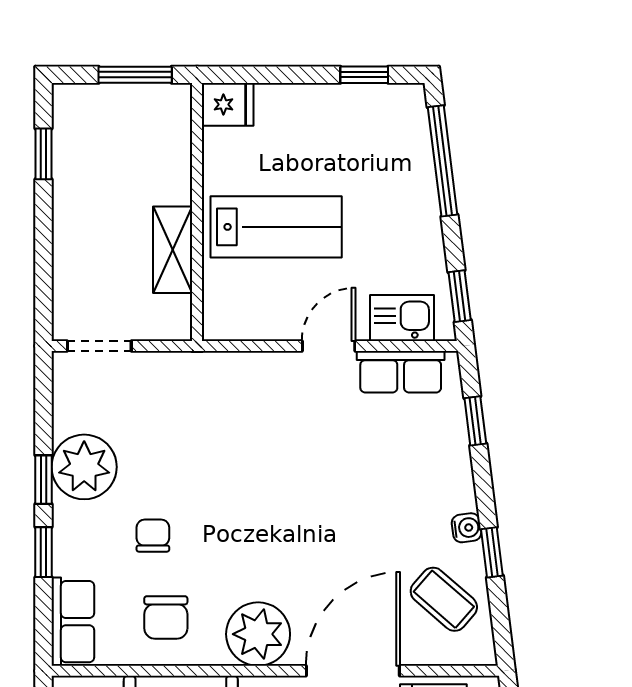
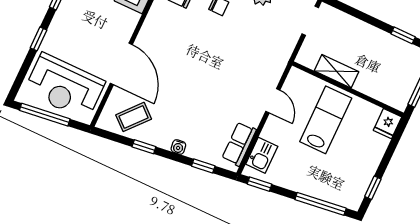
lab bench: (276, 227) -> (326, 120), turned 180
door: (329, 346) -> (273, 101), moved
water cooler: (466, 528) -> (178, 147), moved
plant: (258, 634) -> (156, 31), removed

